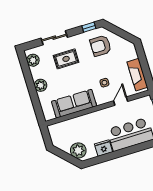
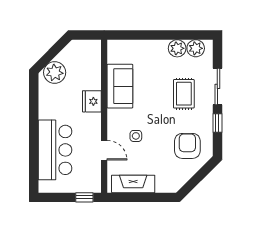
window: (89, 27) -> (217, 123), moved
plant: (41, 85) -> (177, 48), moved
sofa: (74, 104) -> (120, 86), width x0.73
fridge: (104, 148) -> (92, 101), moved, turned 180

